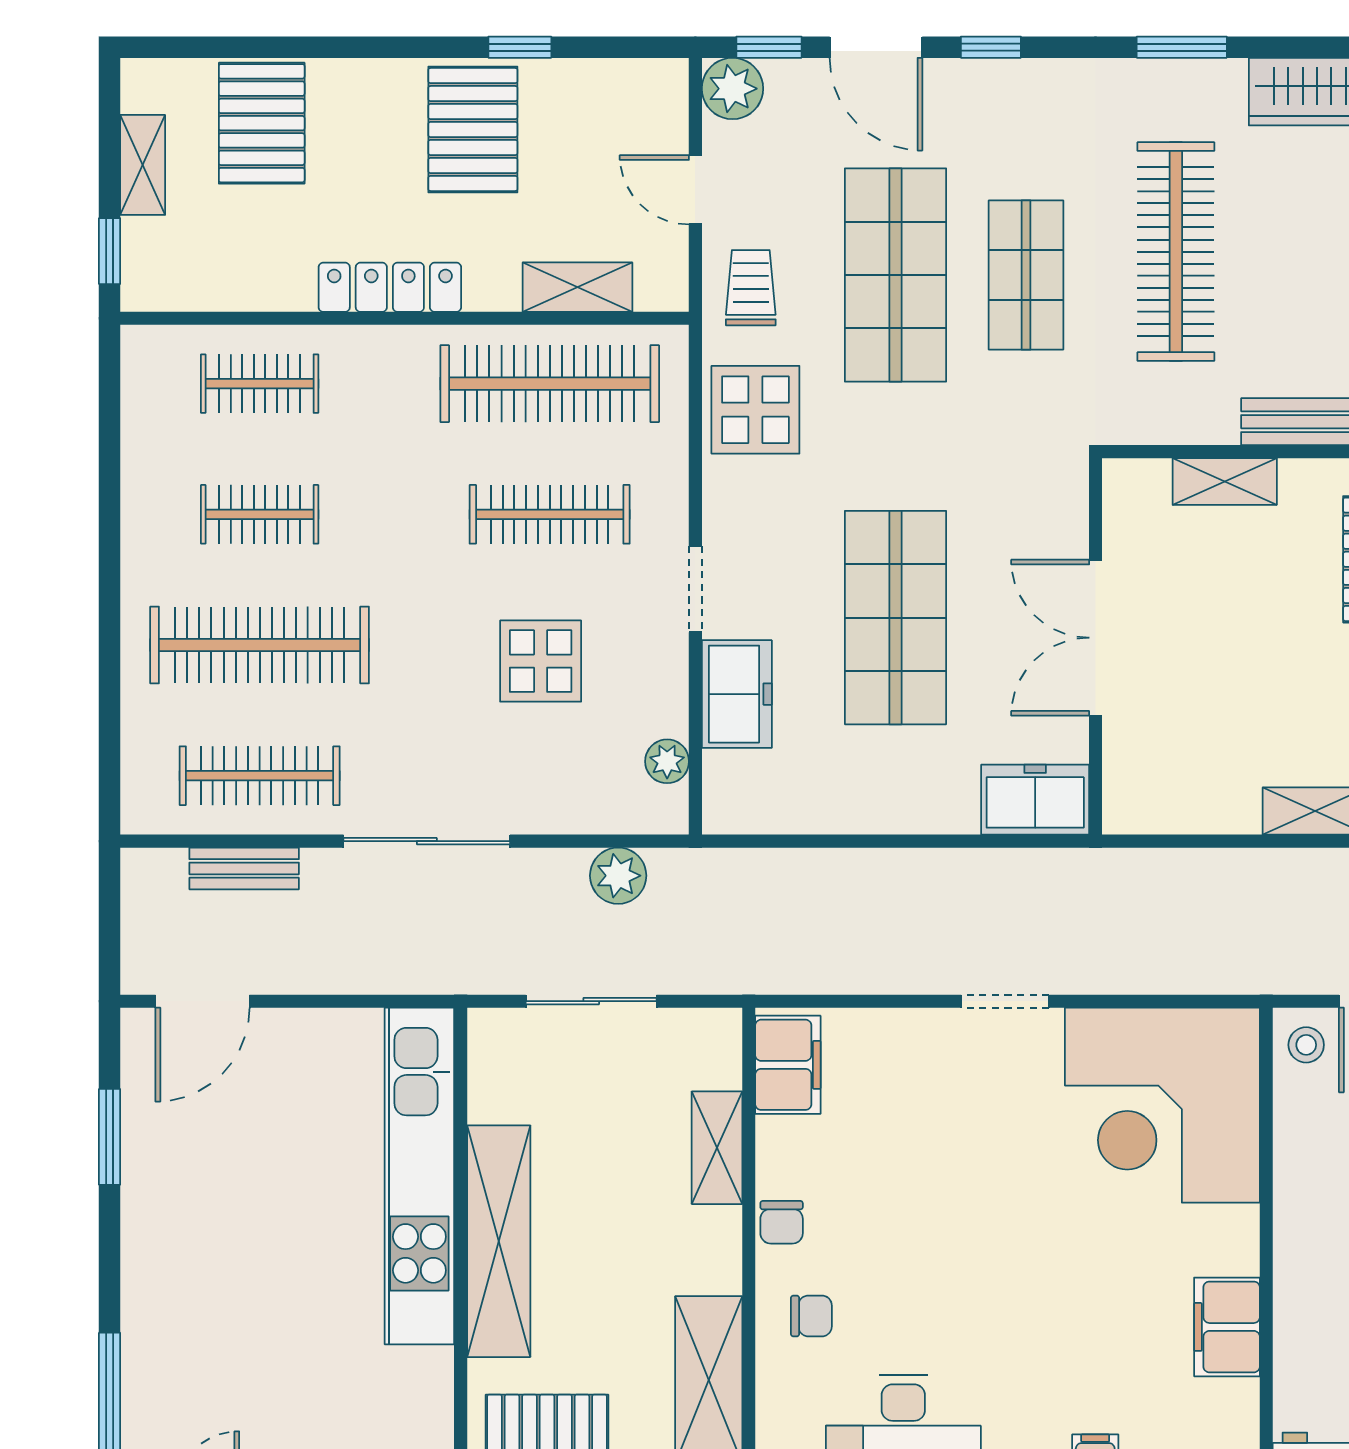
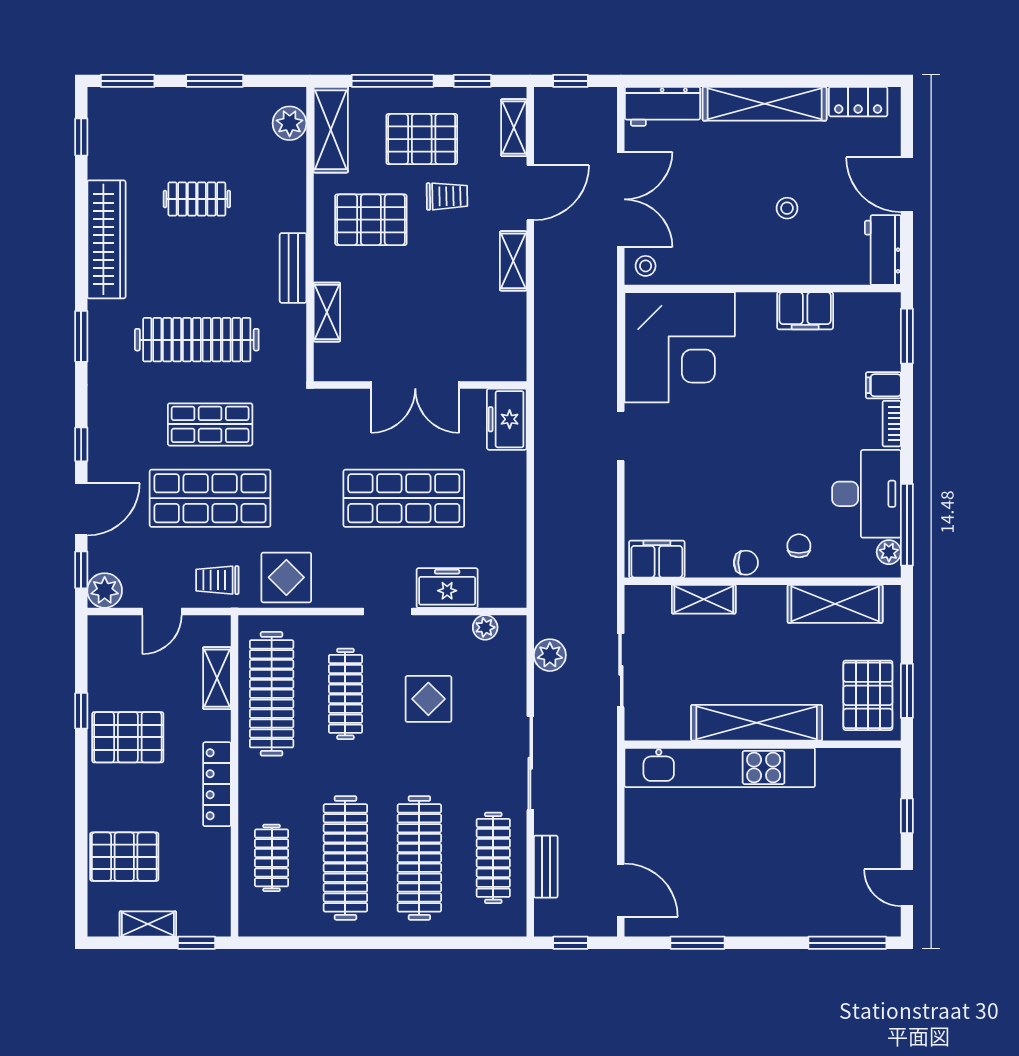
clothes rail: (260, 514) -> (345, 858), width x1.86, depth x1.31
window: (110, 912) -> (570, 943), added

